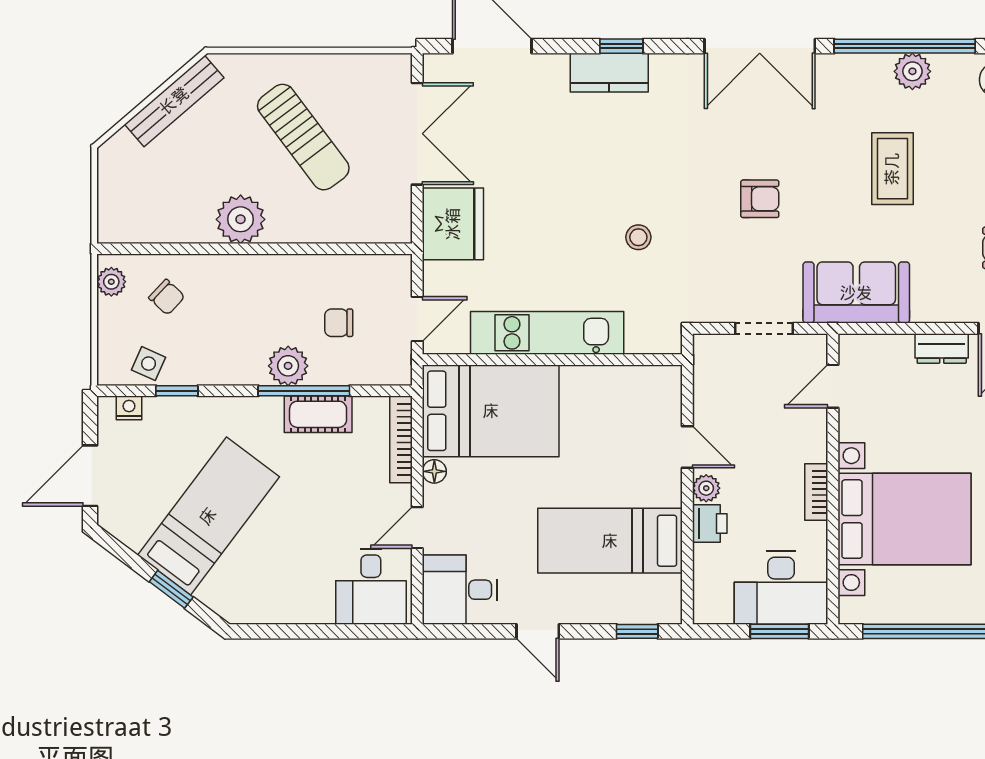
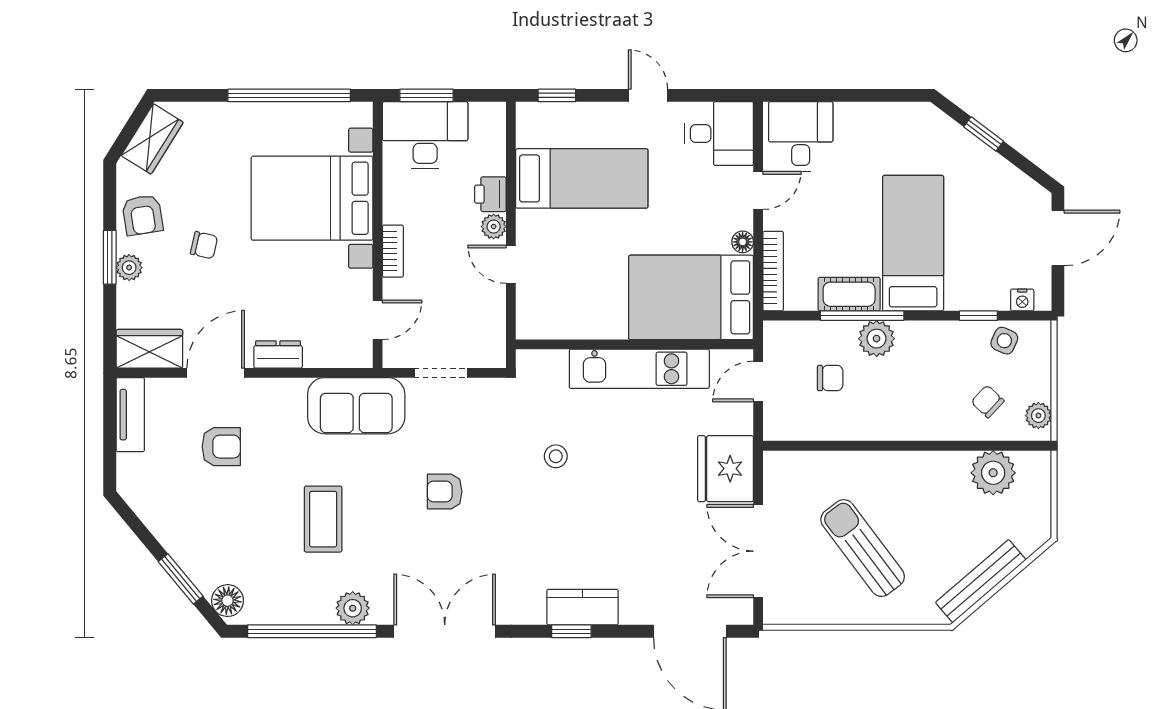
plant: (912, 71) -> (353, 608), moved
plant: (241, 219) -> (993, 473), moved
bookcase: (816, 492) -> (393, 251), moved
bed: (208, 516) -> (913, 243), moved, turned 143

